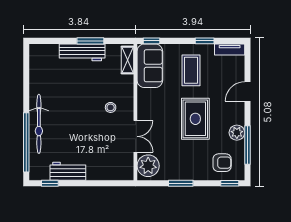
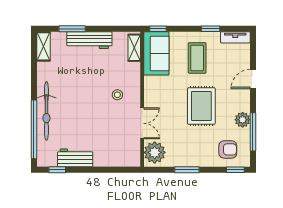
window: (90, 41) -> (72, 29), moved
shelving: (36, 59) -> (43, 46), added

